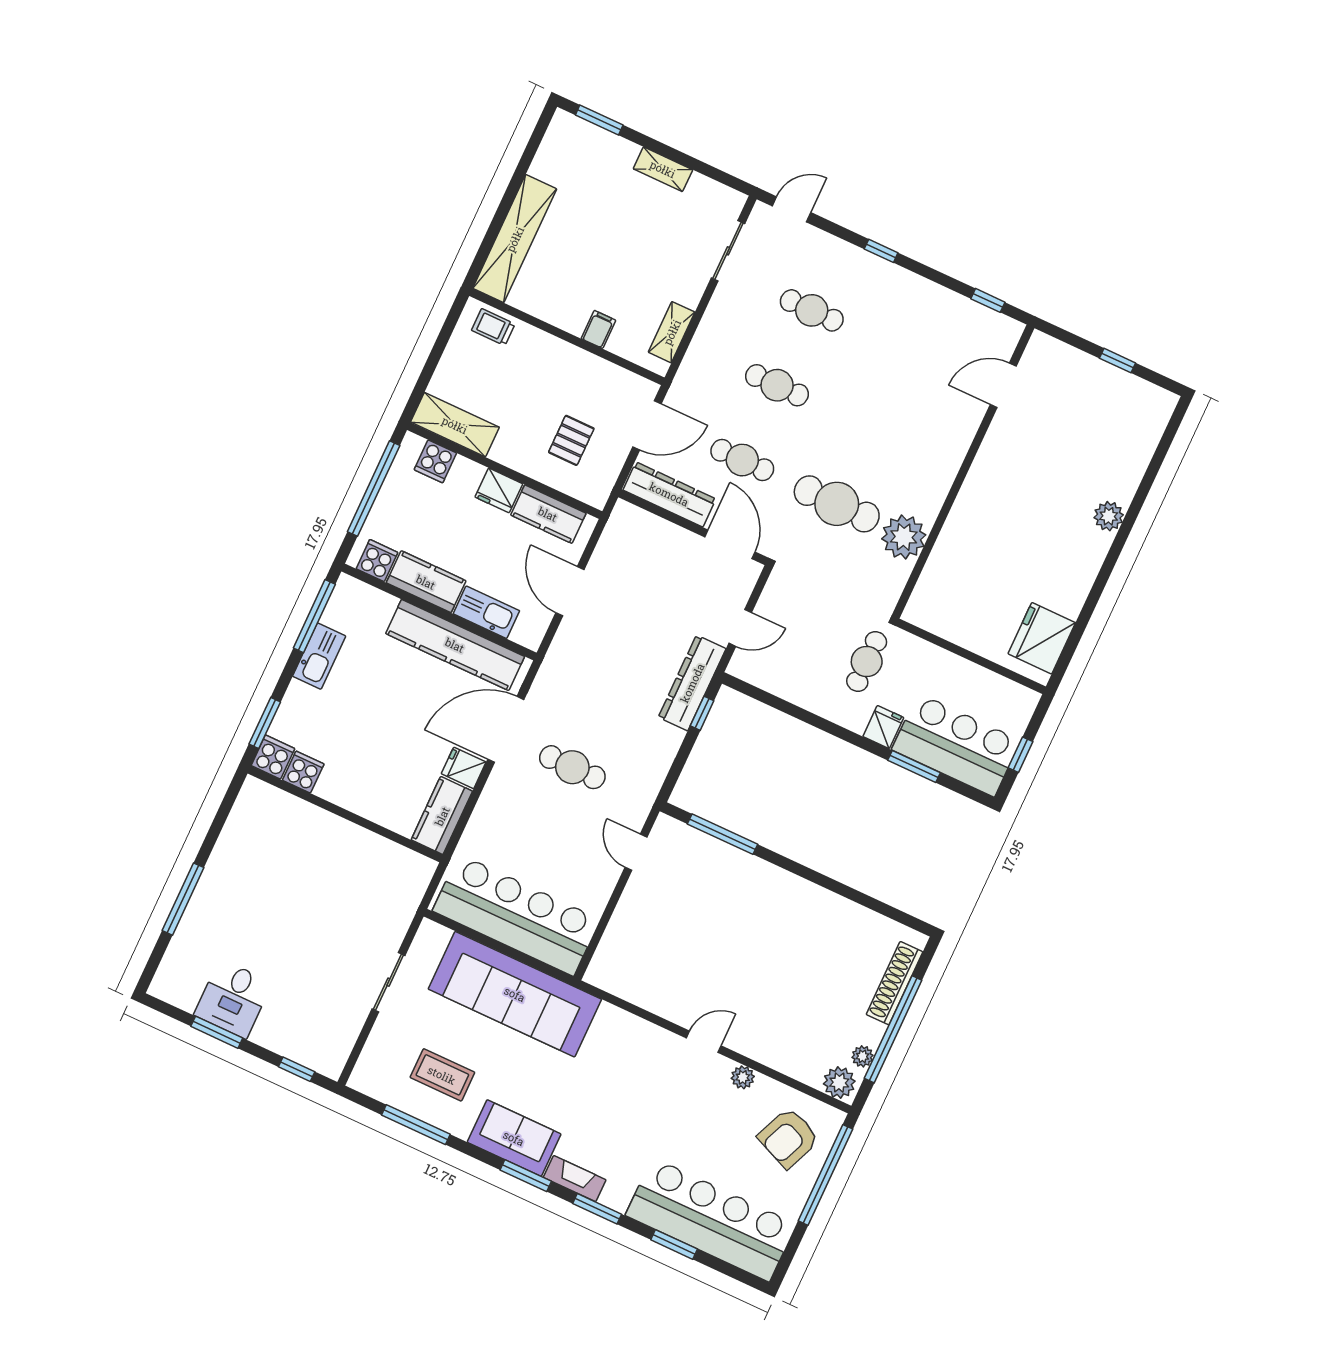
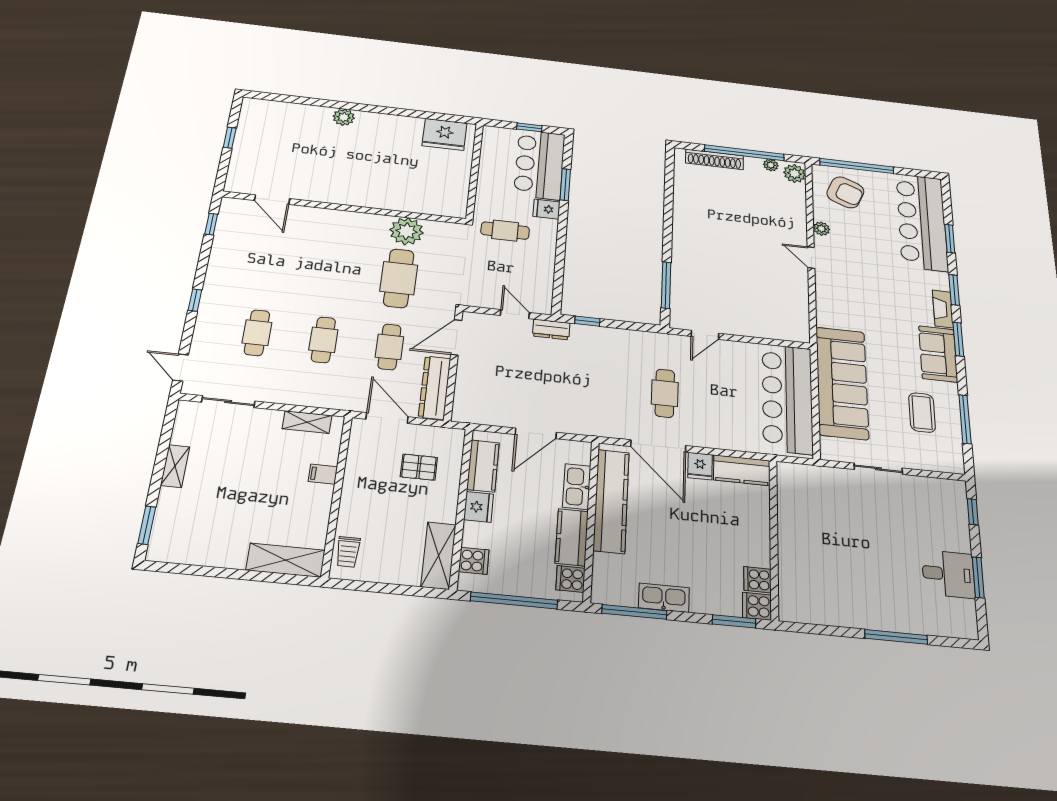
shelving: (515, 239) -> (286, 560), width x0.68
dresser: (692, 683) -> (551, 329), width x0.51, depth x0.80

